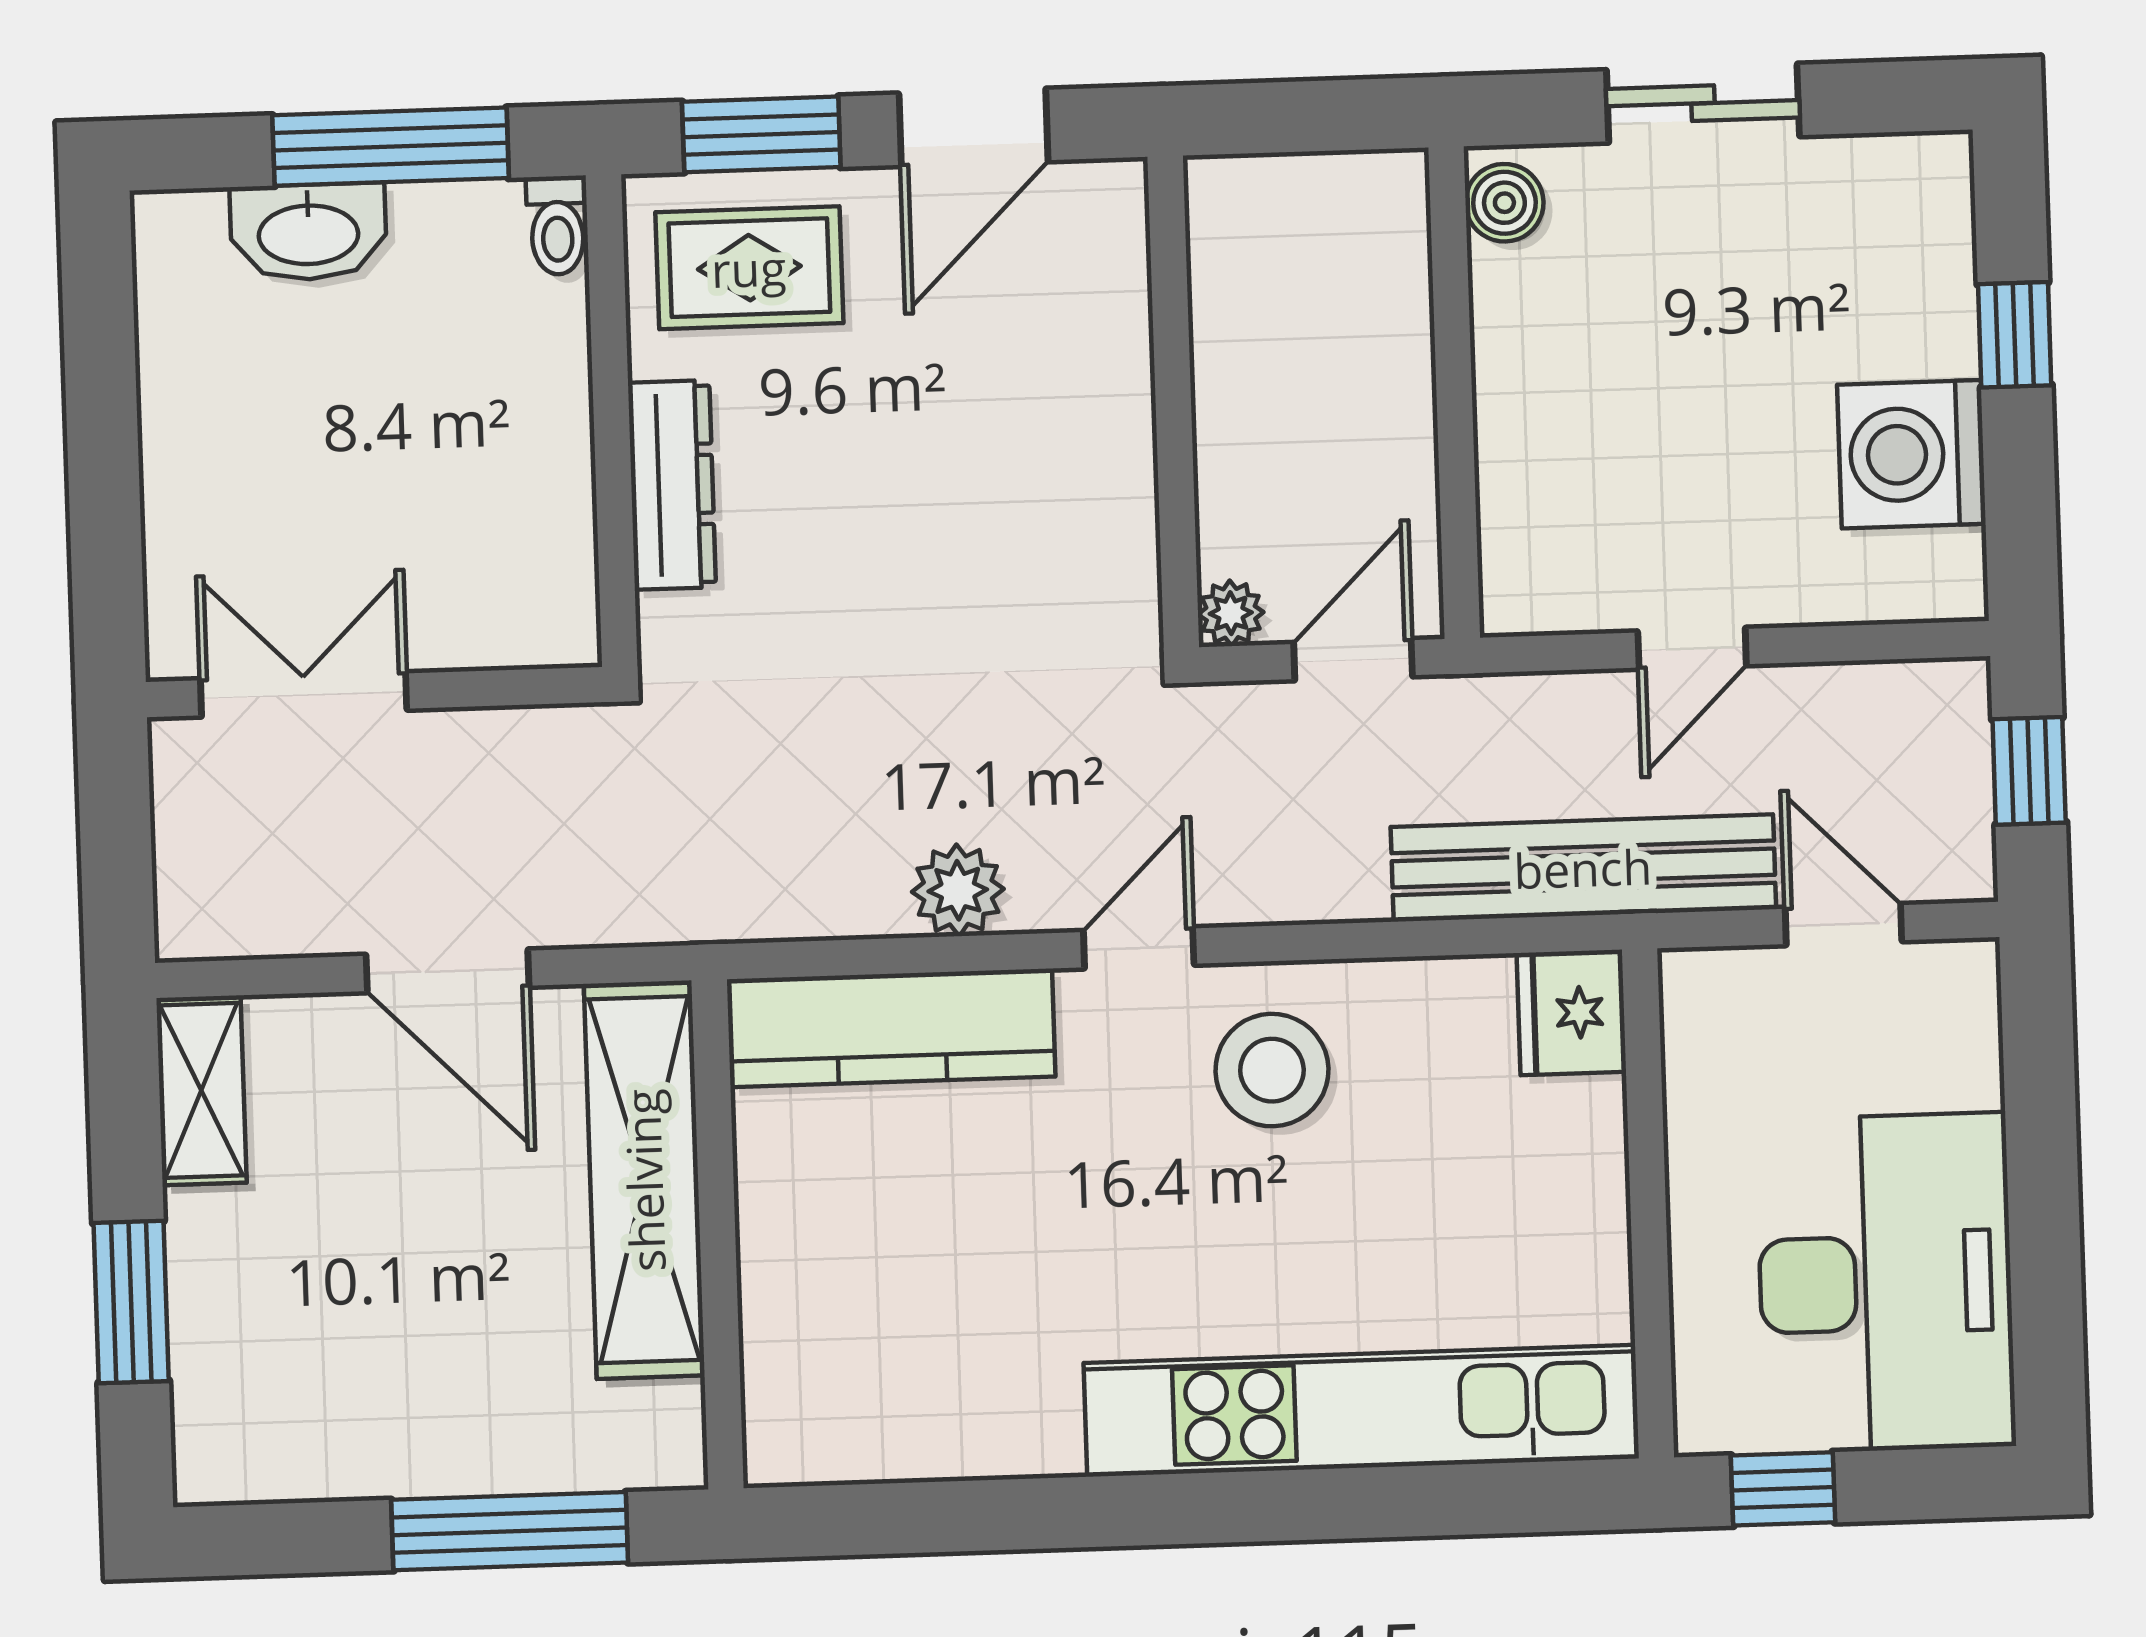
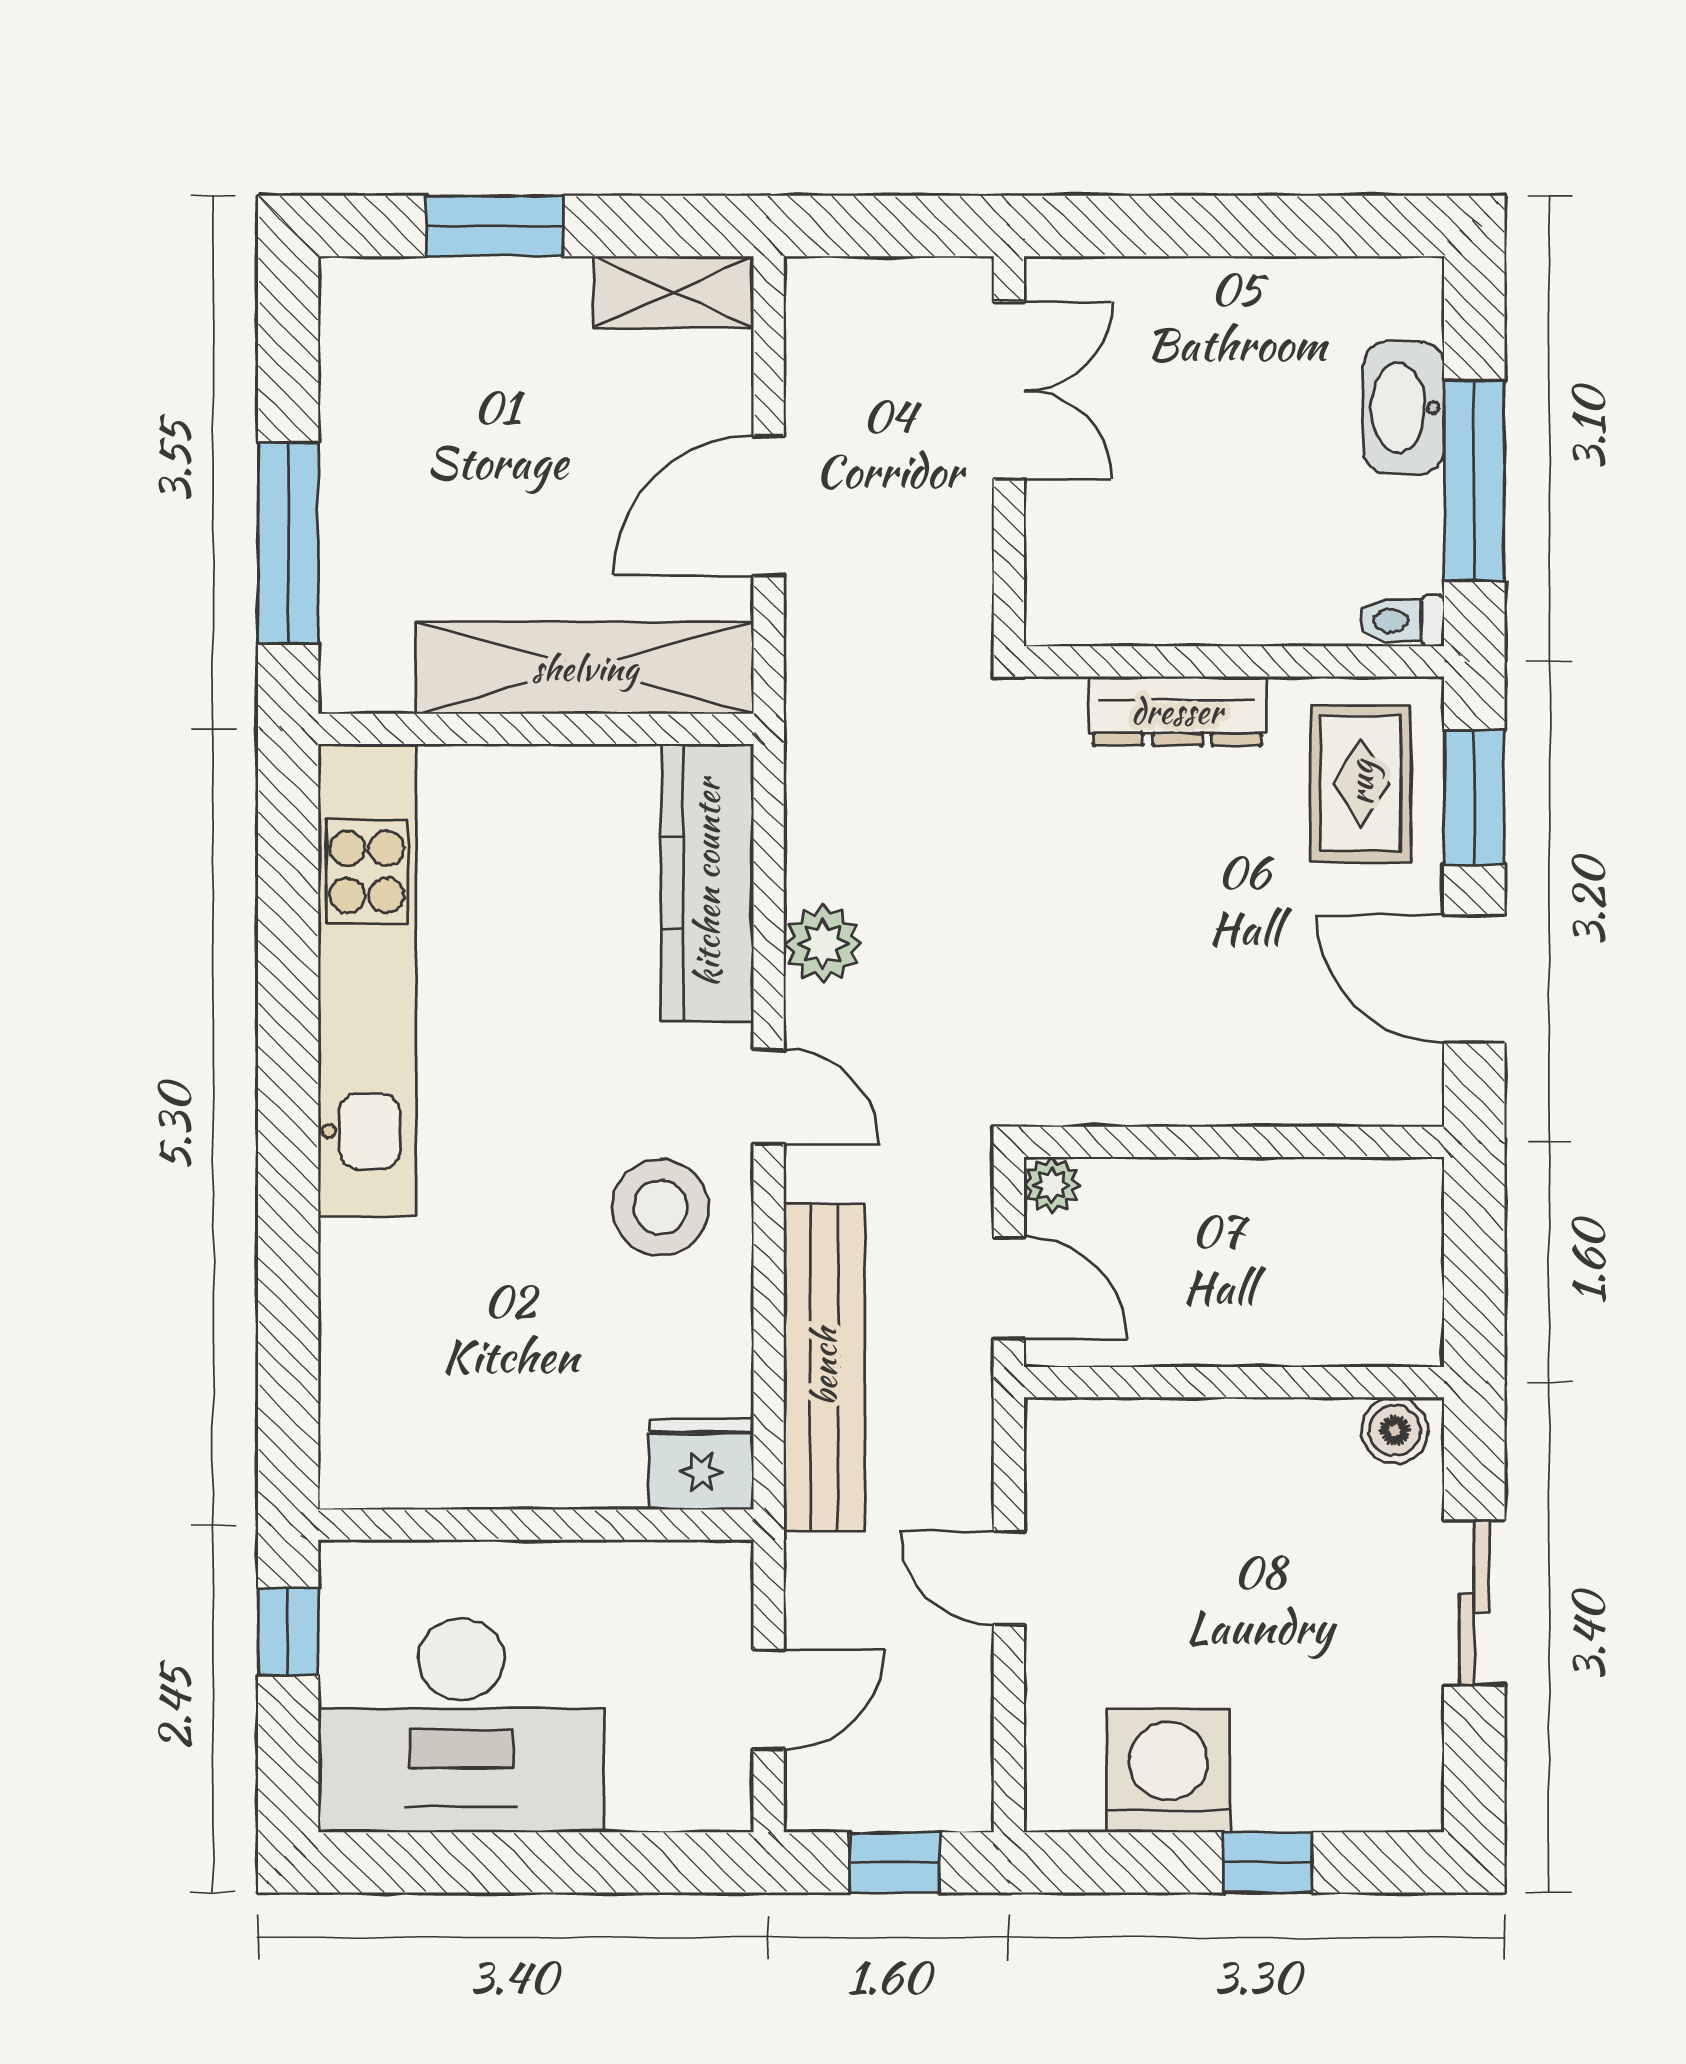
bench: (1583, 868) -> (824, 1367), moved
kitchen unit: (1361, 1411) -> (367, 980), moved

